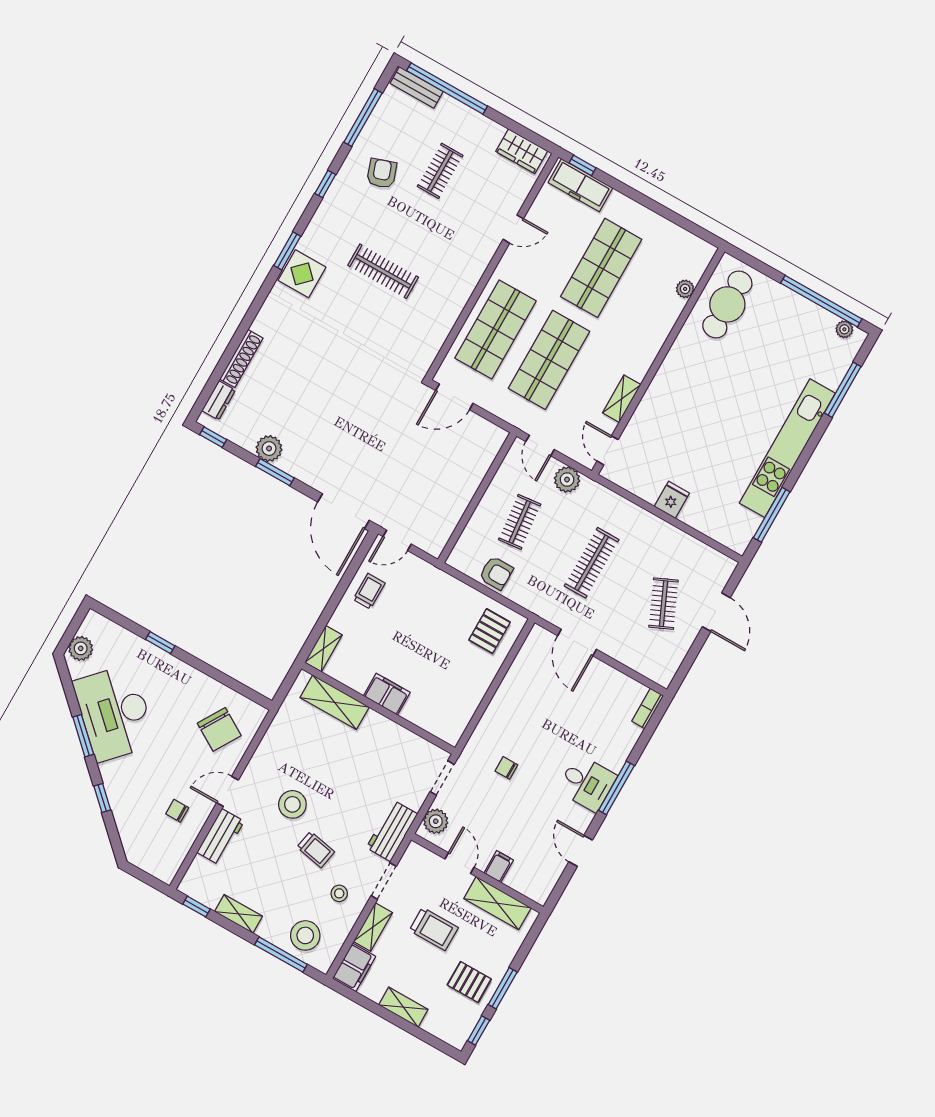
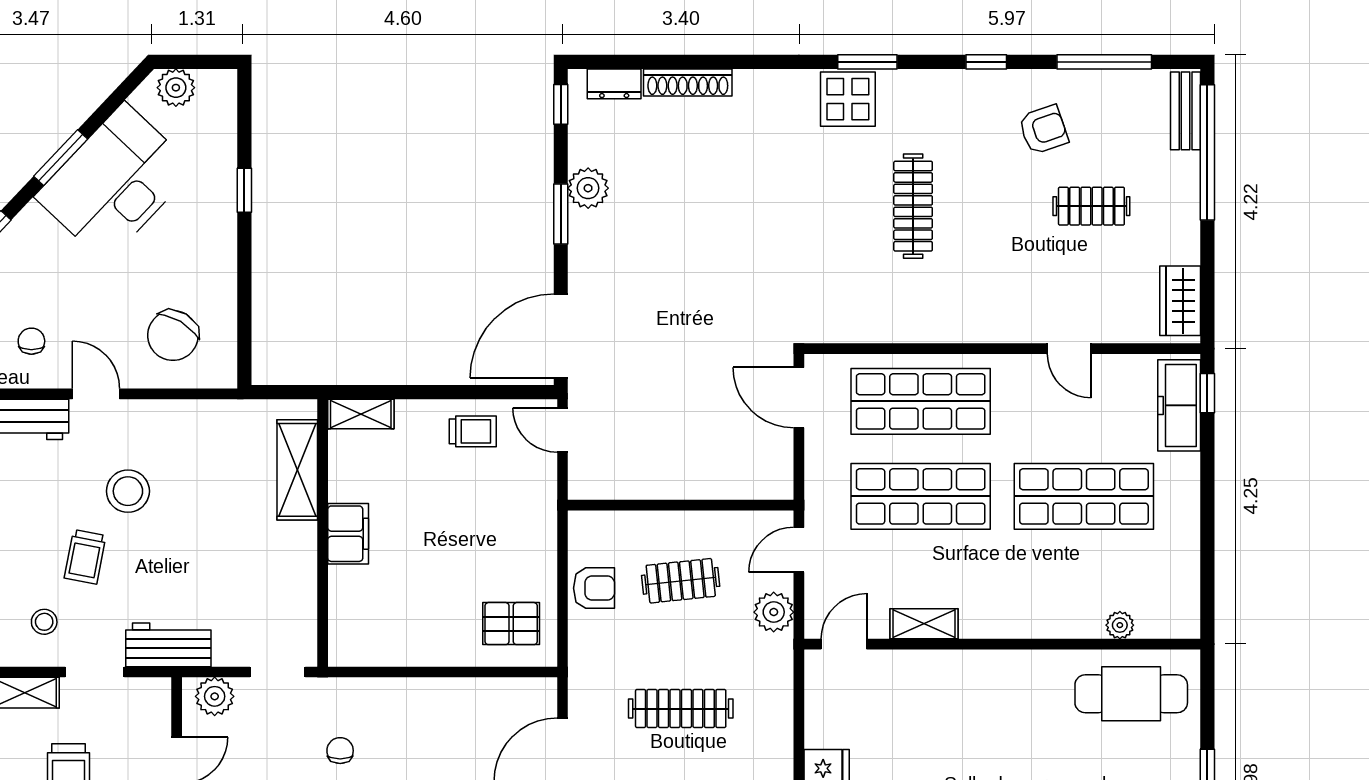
armchair: (496, 573) -> (594, 588), turned -90

